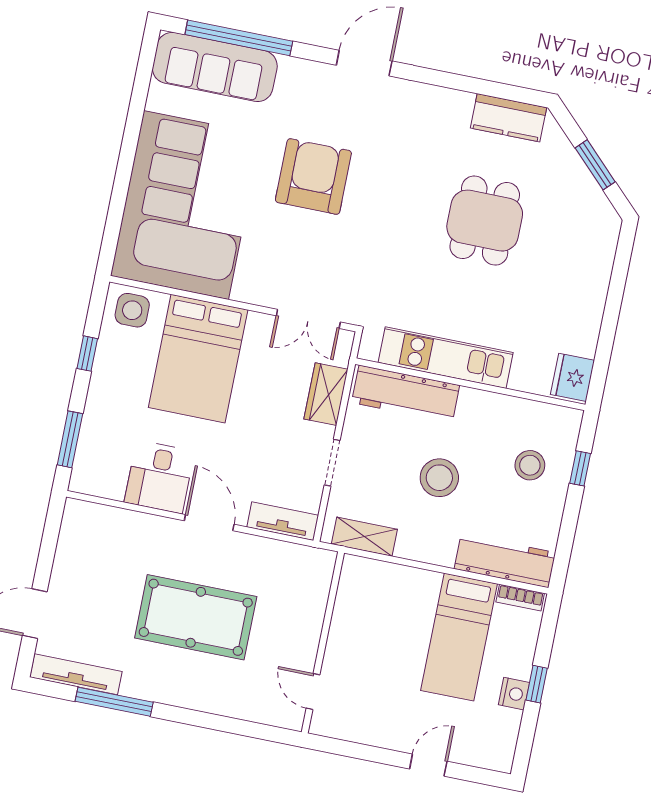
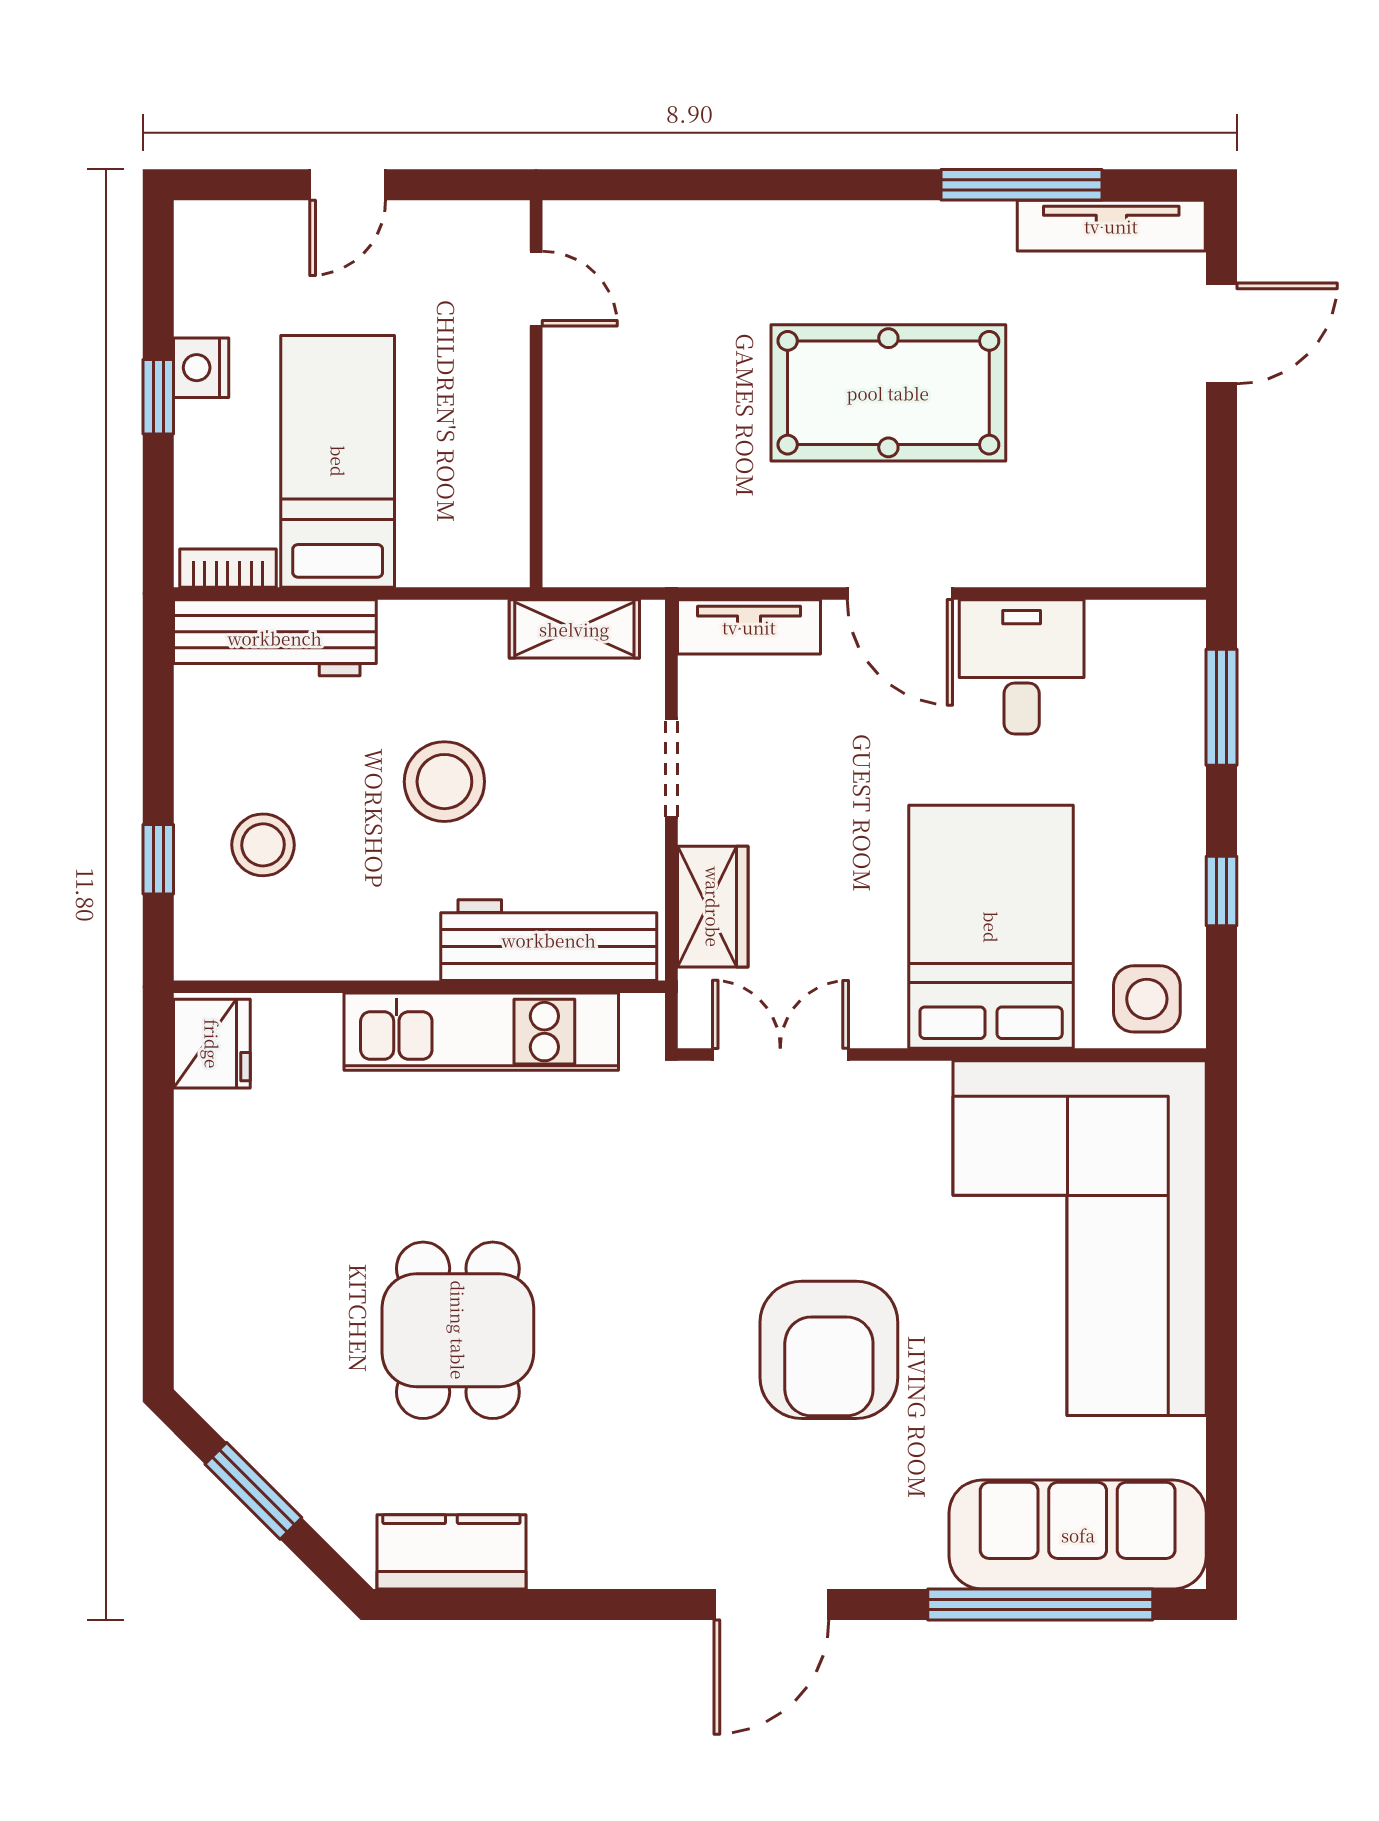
wall: (323, 642) -> (536, 394), moved
door: (313, 691) -> (536, 289), moved

